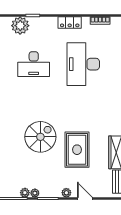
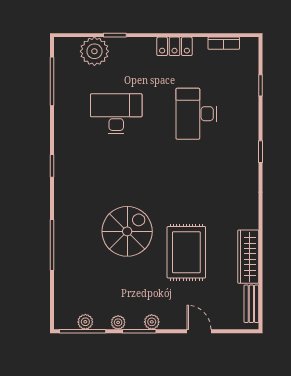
desk: (34, 64) -> (116, 114), turned 180
desk: (83, 64) -> (196, 114), width x0.73, depth x0.77
plant: (25, 193) -> (85, 322), moved
plant: (66, 193) -> (152, 322), moved

